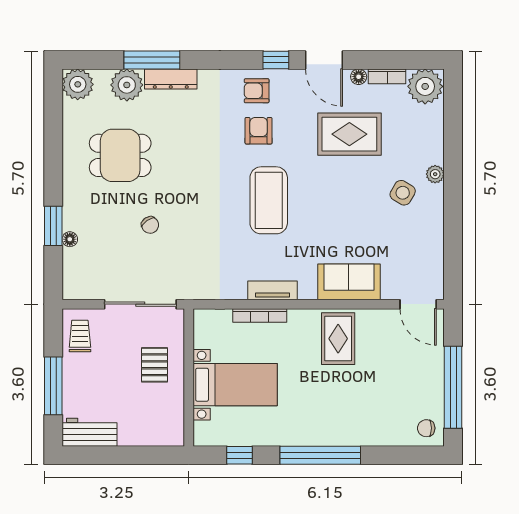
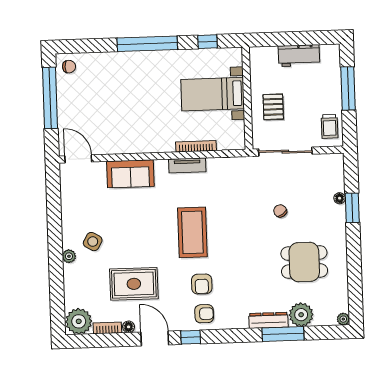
plant: (78, 84) -> (343, 319), width x0.53, depth x0.53
rug: (338, 339) -> (137, 131), removed
workbench: (90, 432) -> (299, 56), moved

